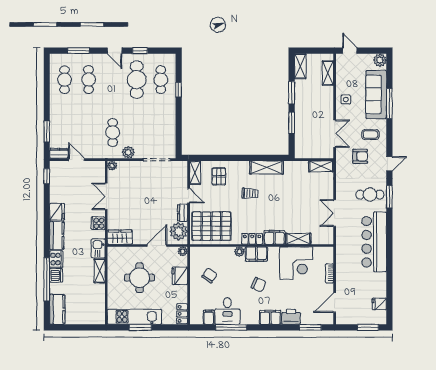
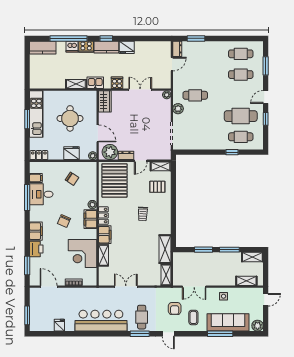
shelving: (267, 167) -> (165, 249), moved
window: (47, 176) -> (106, 38), moved
fridge: (379, 304) -> (59, 325), moved

